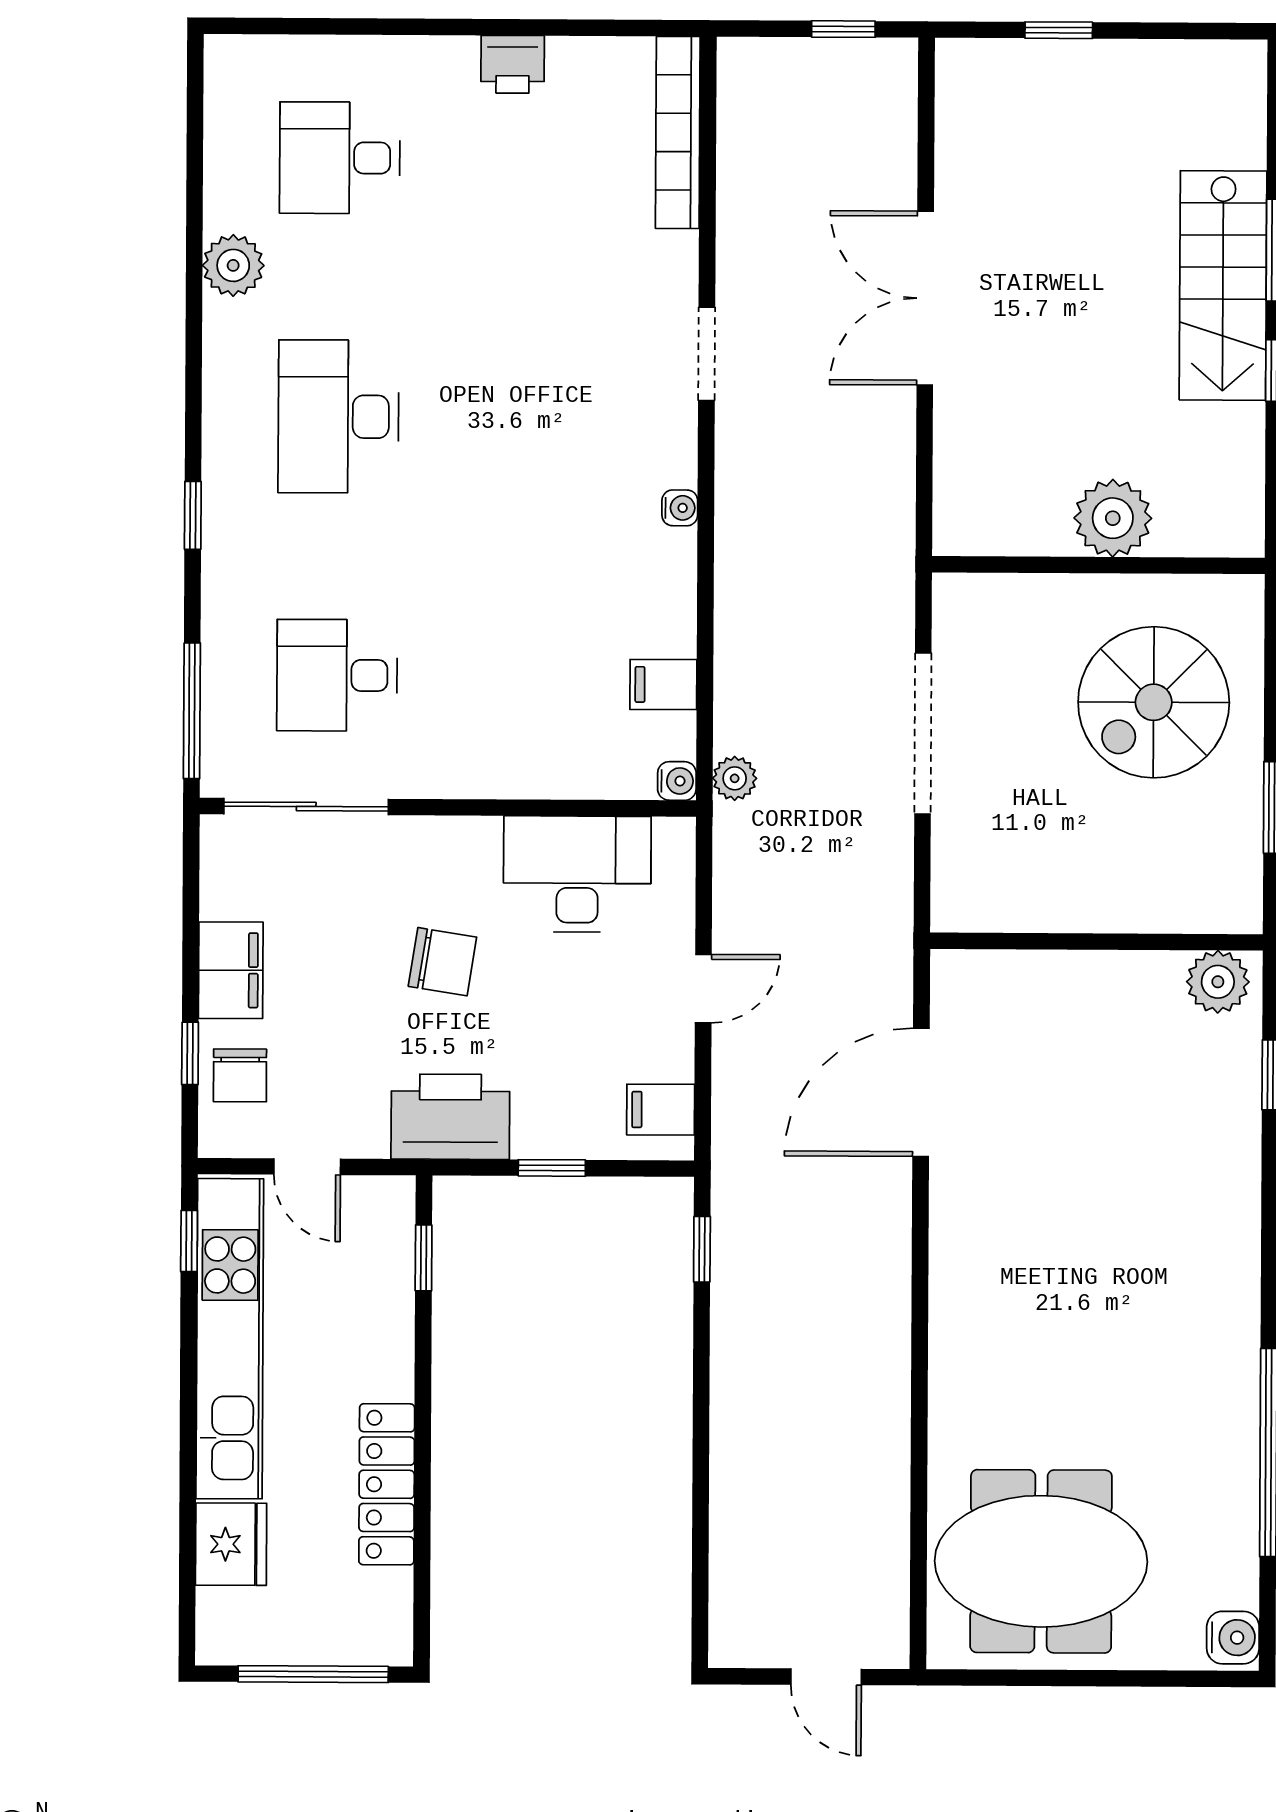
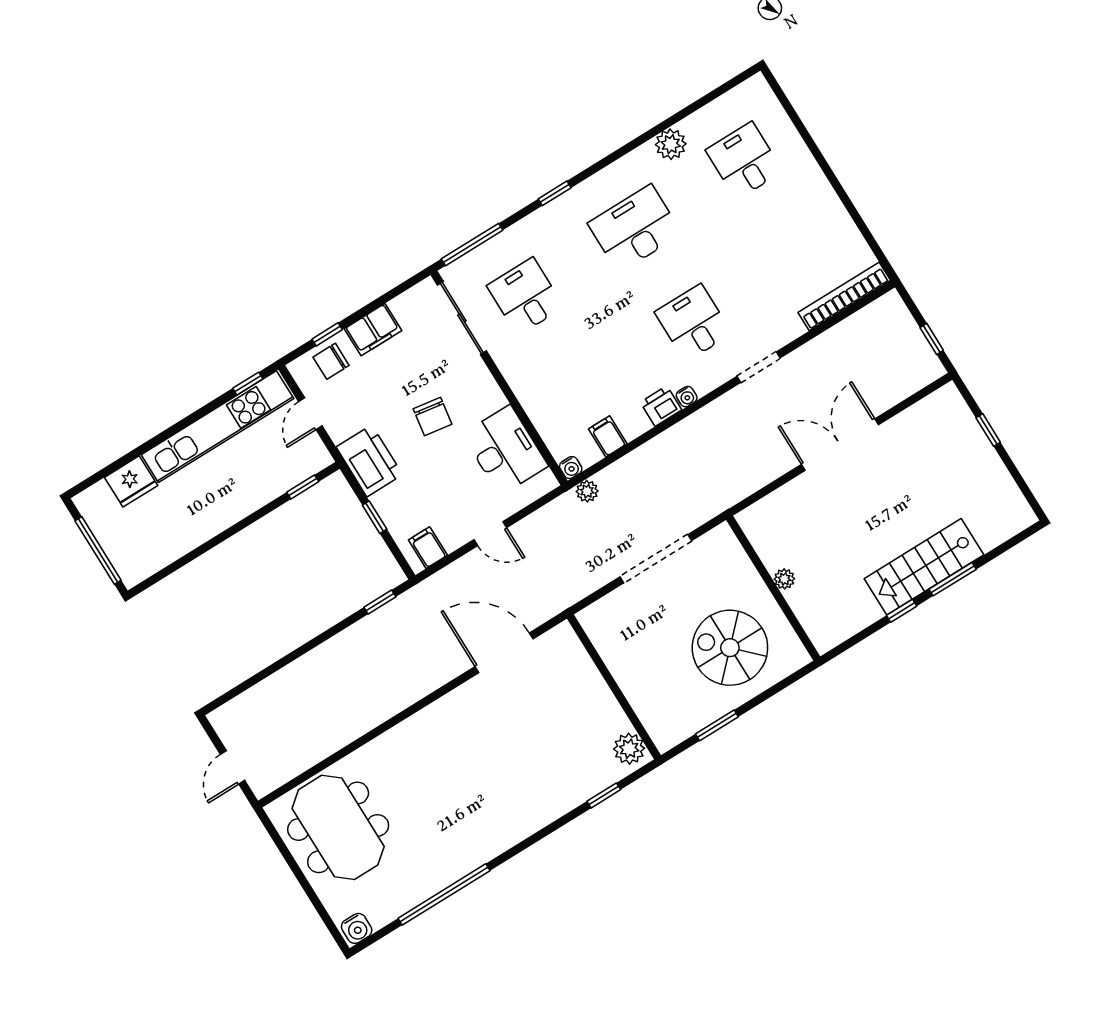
printer: (513, 64) -> (661, 406), moved, turned 90
desk: (561, 418) -> (693, 323), added
plant: (1113, 518) -> (784, 579), width x0.53, depth x0.53
locker: (387, 1484) -> (197, 531), removed

